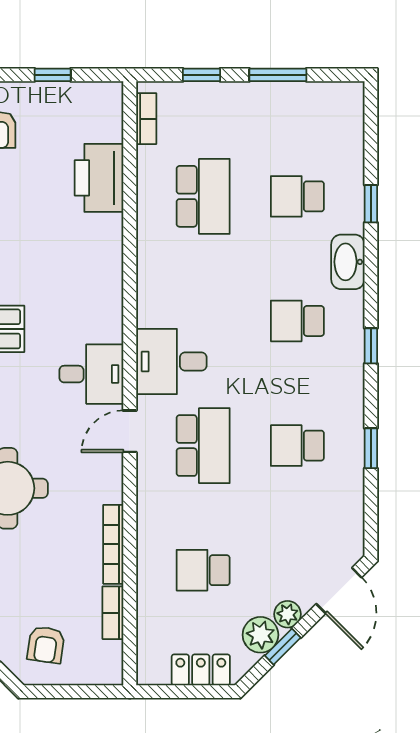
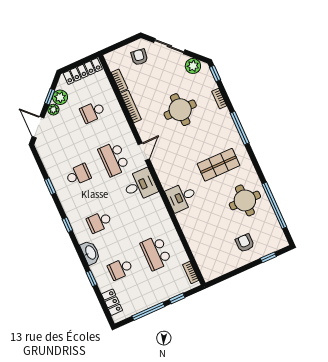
window: (53, 75) -> (233, 273), removed
window: (278, 75) -> (148, 311), width x1.44
locker: (349, 131) -> (112, 302), added
printer: (99, 178) -> (198, 242), removed
school desk: (297, 196) -> (120, 269), turned 180
school desk: (297, 321) -> (99, 222), turned 180
desk: (91, 374) -> (182, 197), moved
school desk: (203, 570) -> (93, 112), turned 180
locker: (201, 670) -> (83, 71), width x1.53

